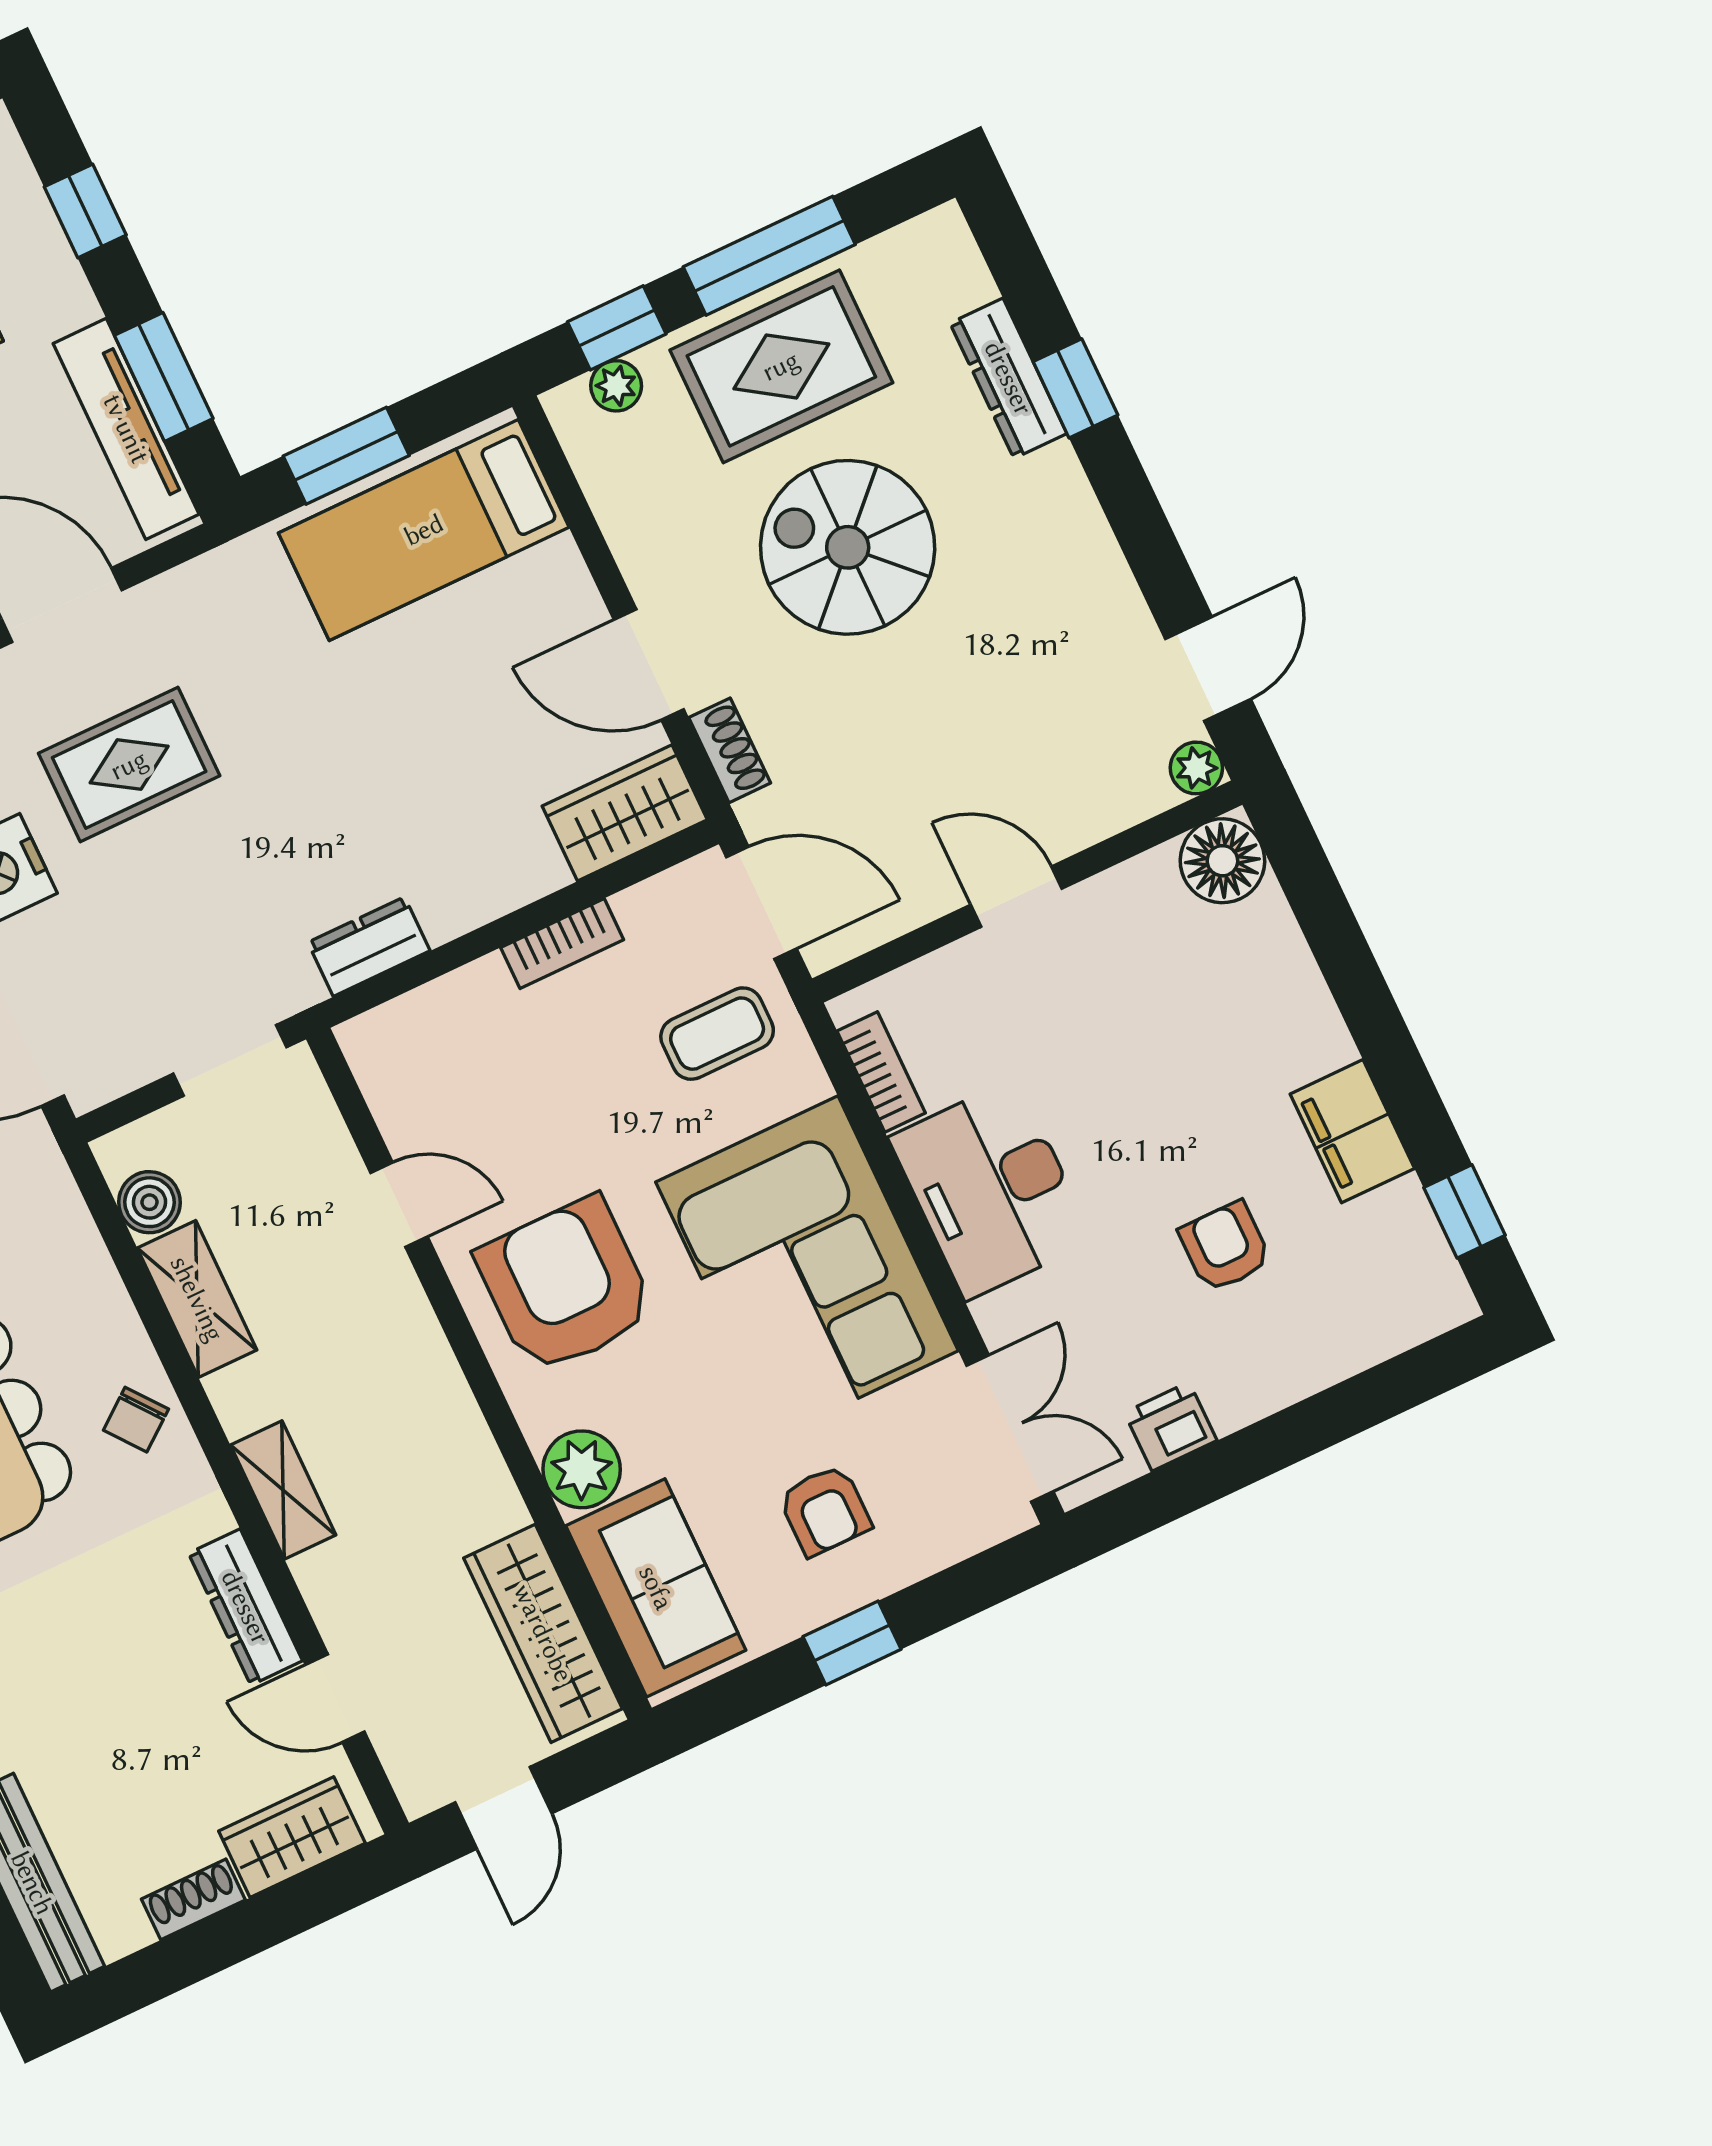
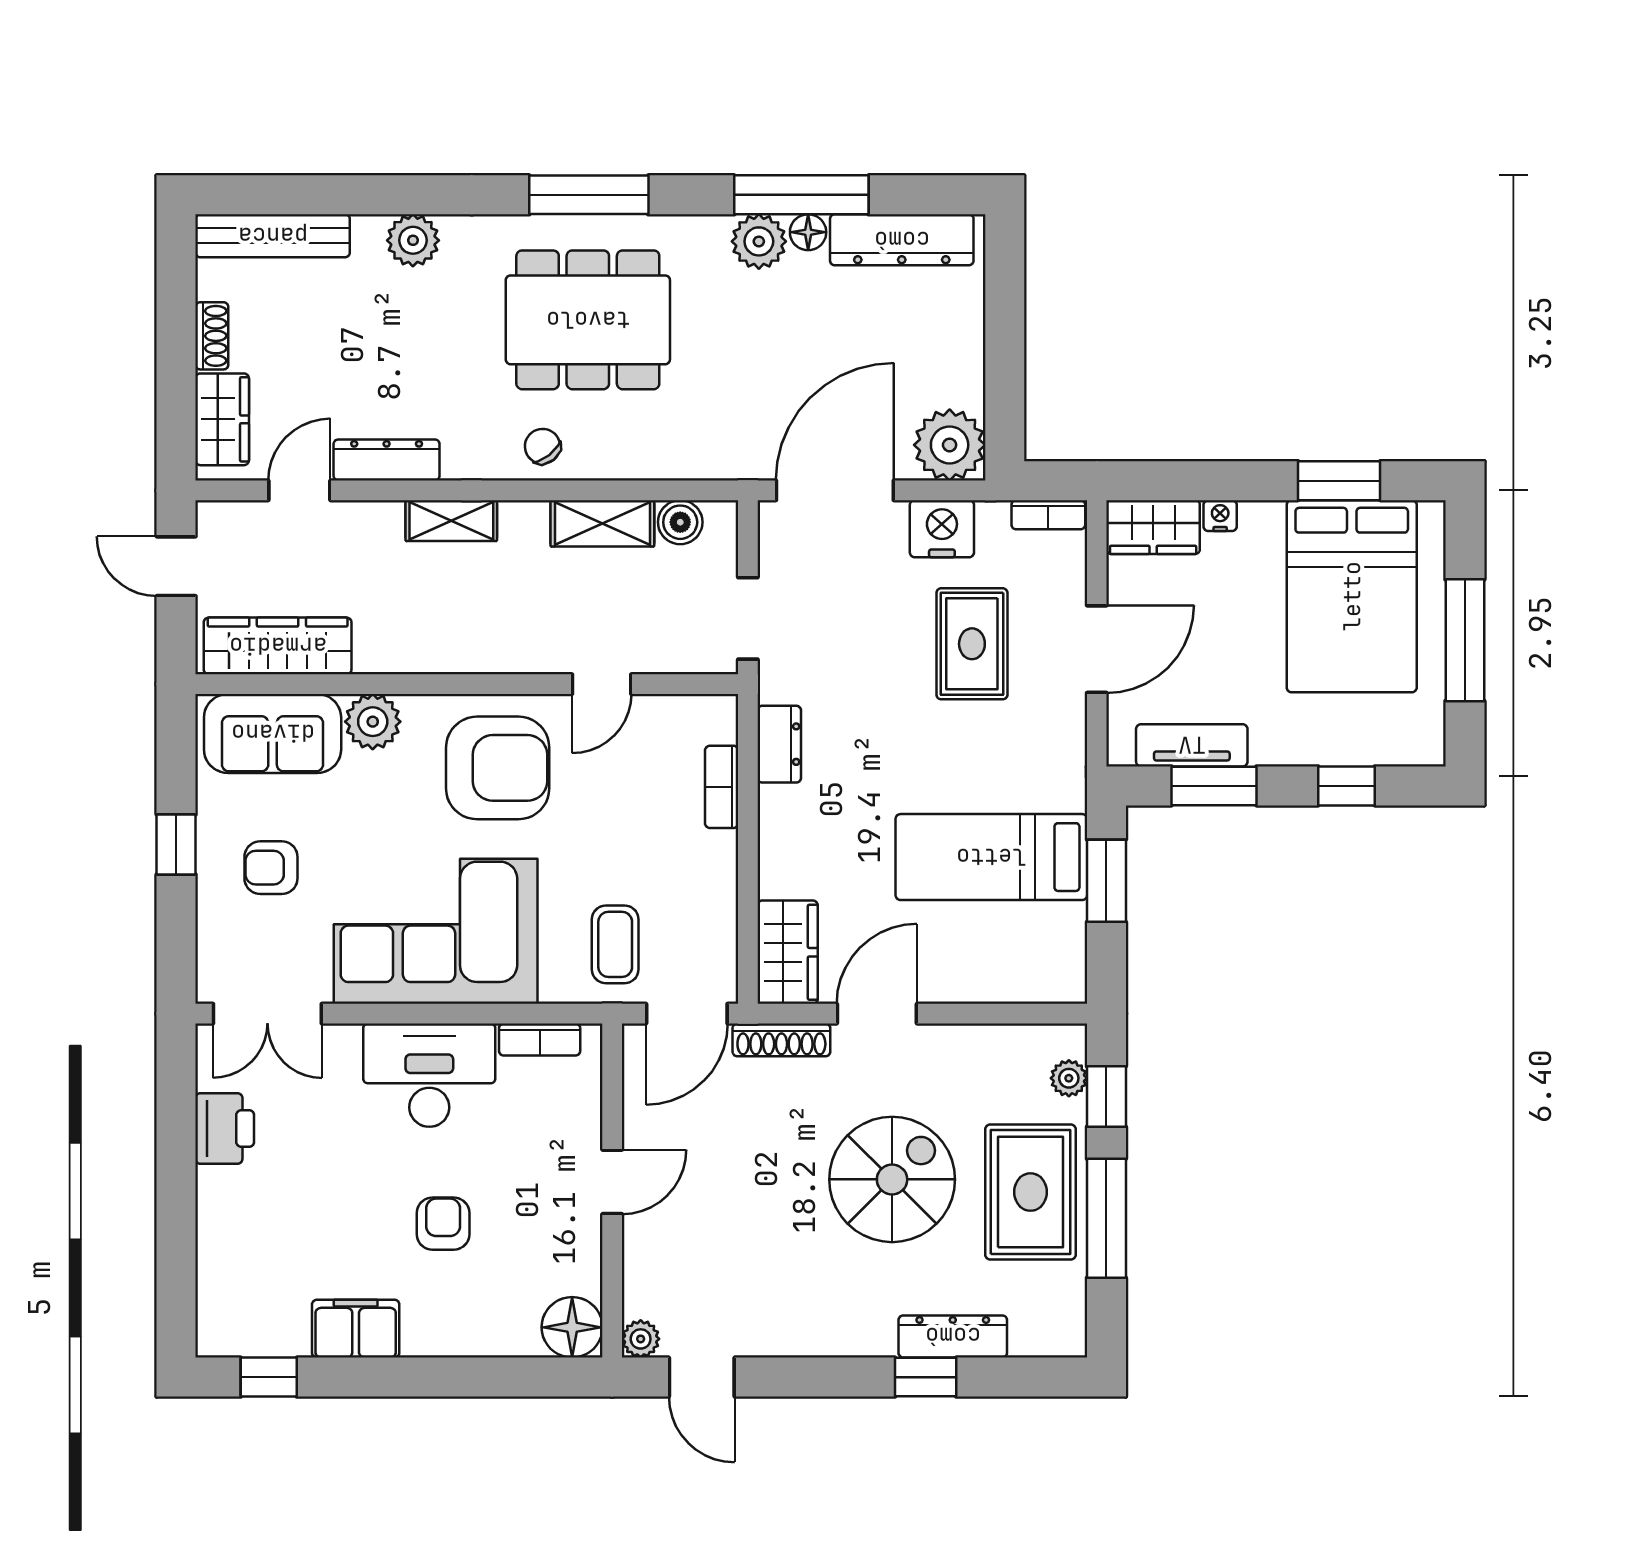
tv unit: (126, 429) -> (1192, 745), width x0.71
bed: (424, 530) -> (991, 857), moved, turned -90
shoe rack: (730, 750) -> (781, 1040), width x1.43
bookcase: (562, 944) -> (722, 787), moved
armchair: (1225, 1247) -> (443, 1224), moved, turned -90
printer: (1171, 1426) -> (225, 1128), width x1.36, depth x1.24

